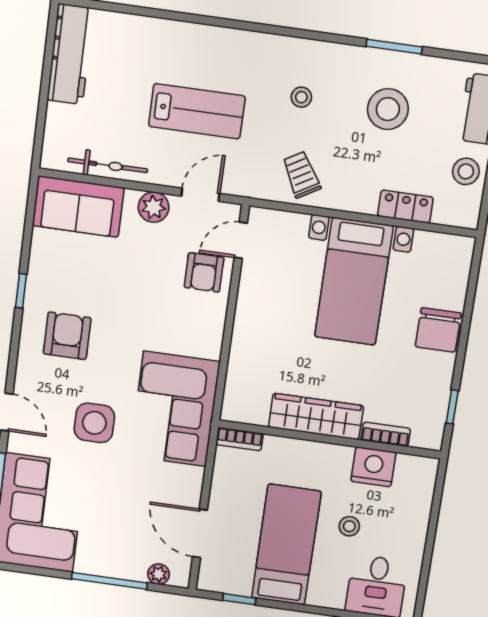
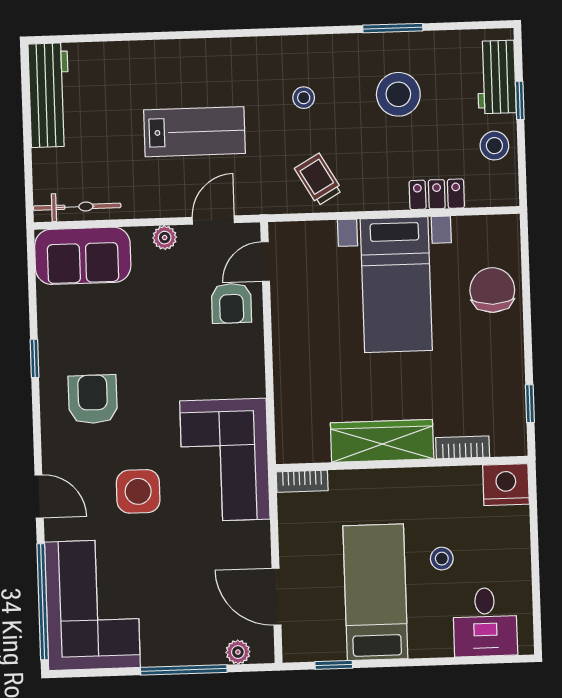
bicycle: (108, 165) -> (77, 207), moved
plant: (154, 207) -> (165, 238), width x0.73, depth x0.73
chair: (438, 330) -> (492, 290), moved, turned 180
nightstand: (373, 467) -> (506, 485), moved

